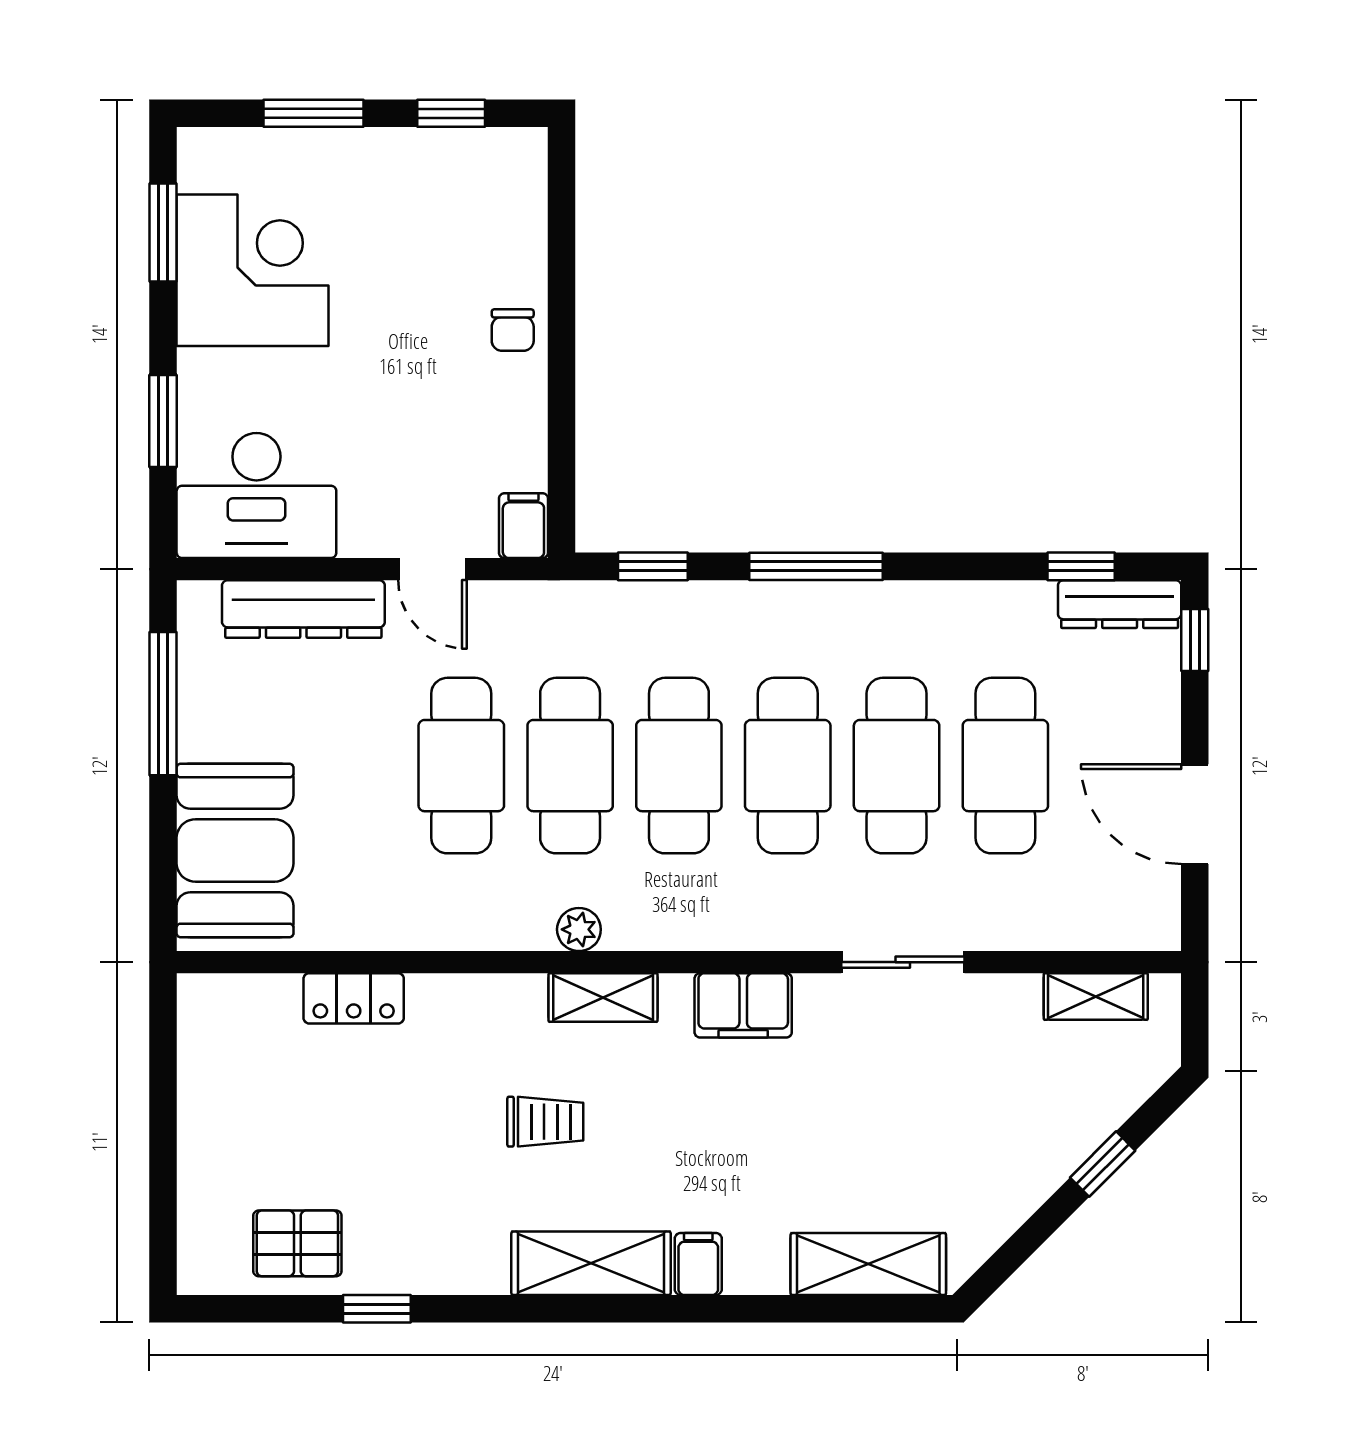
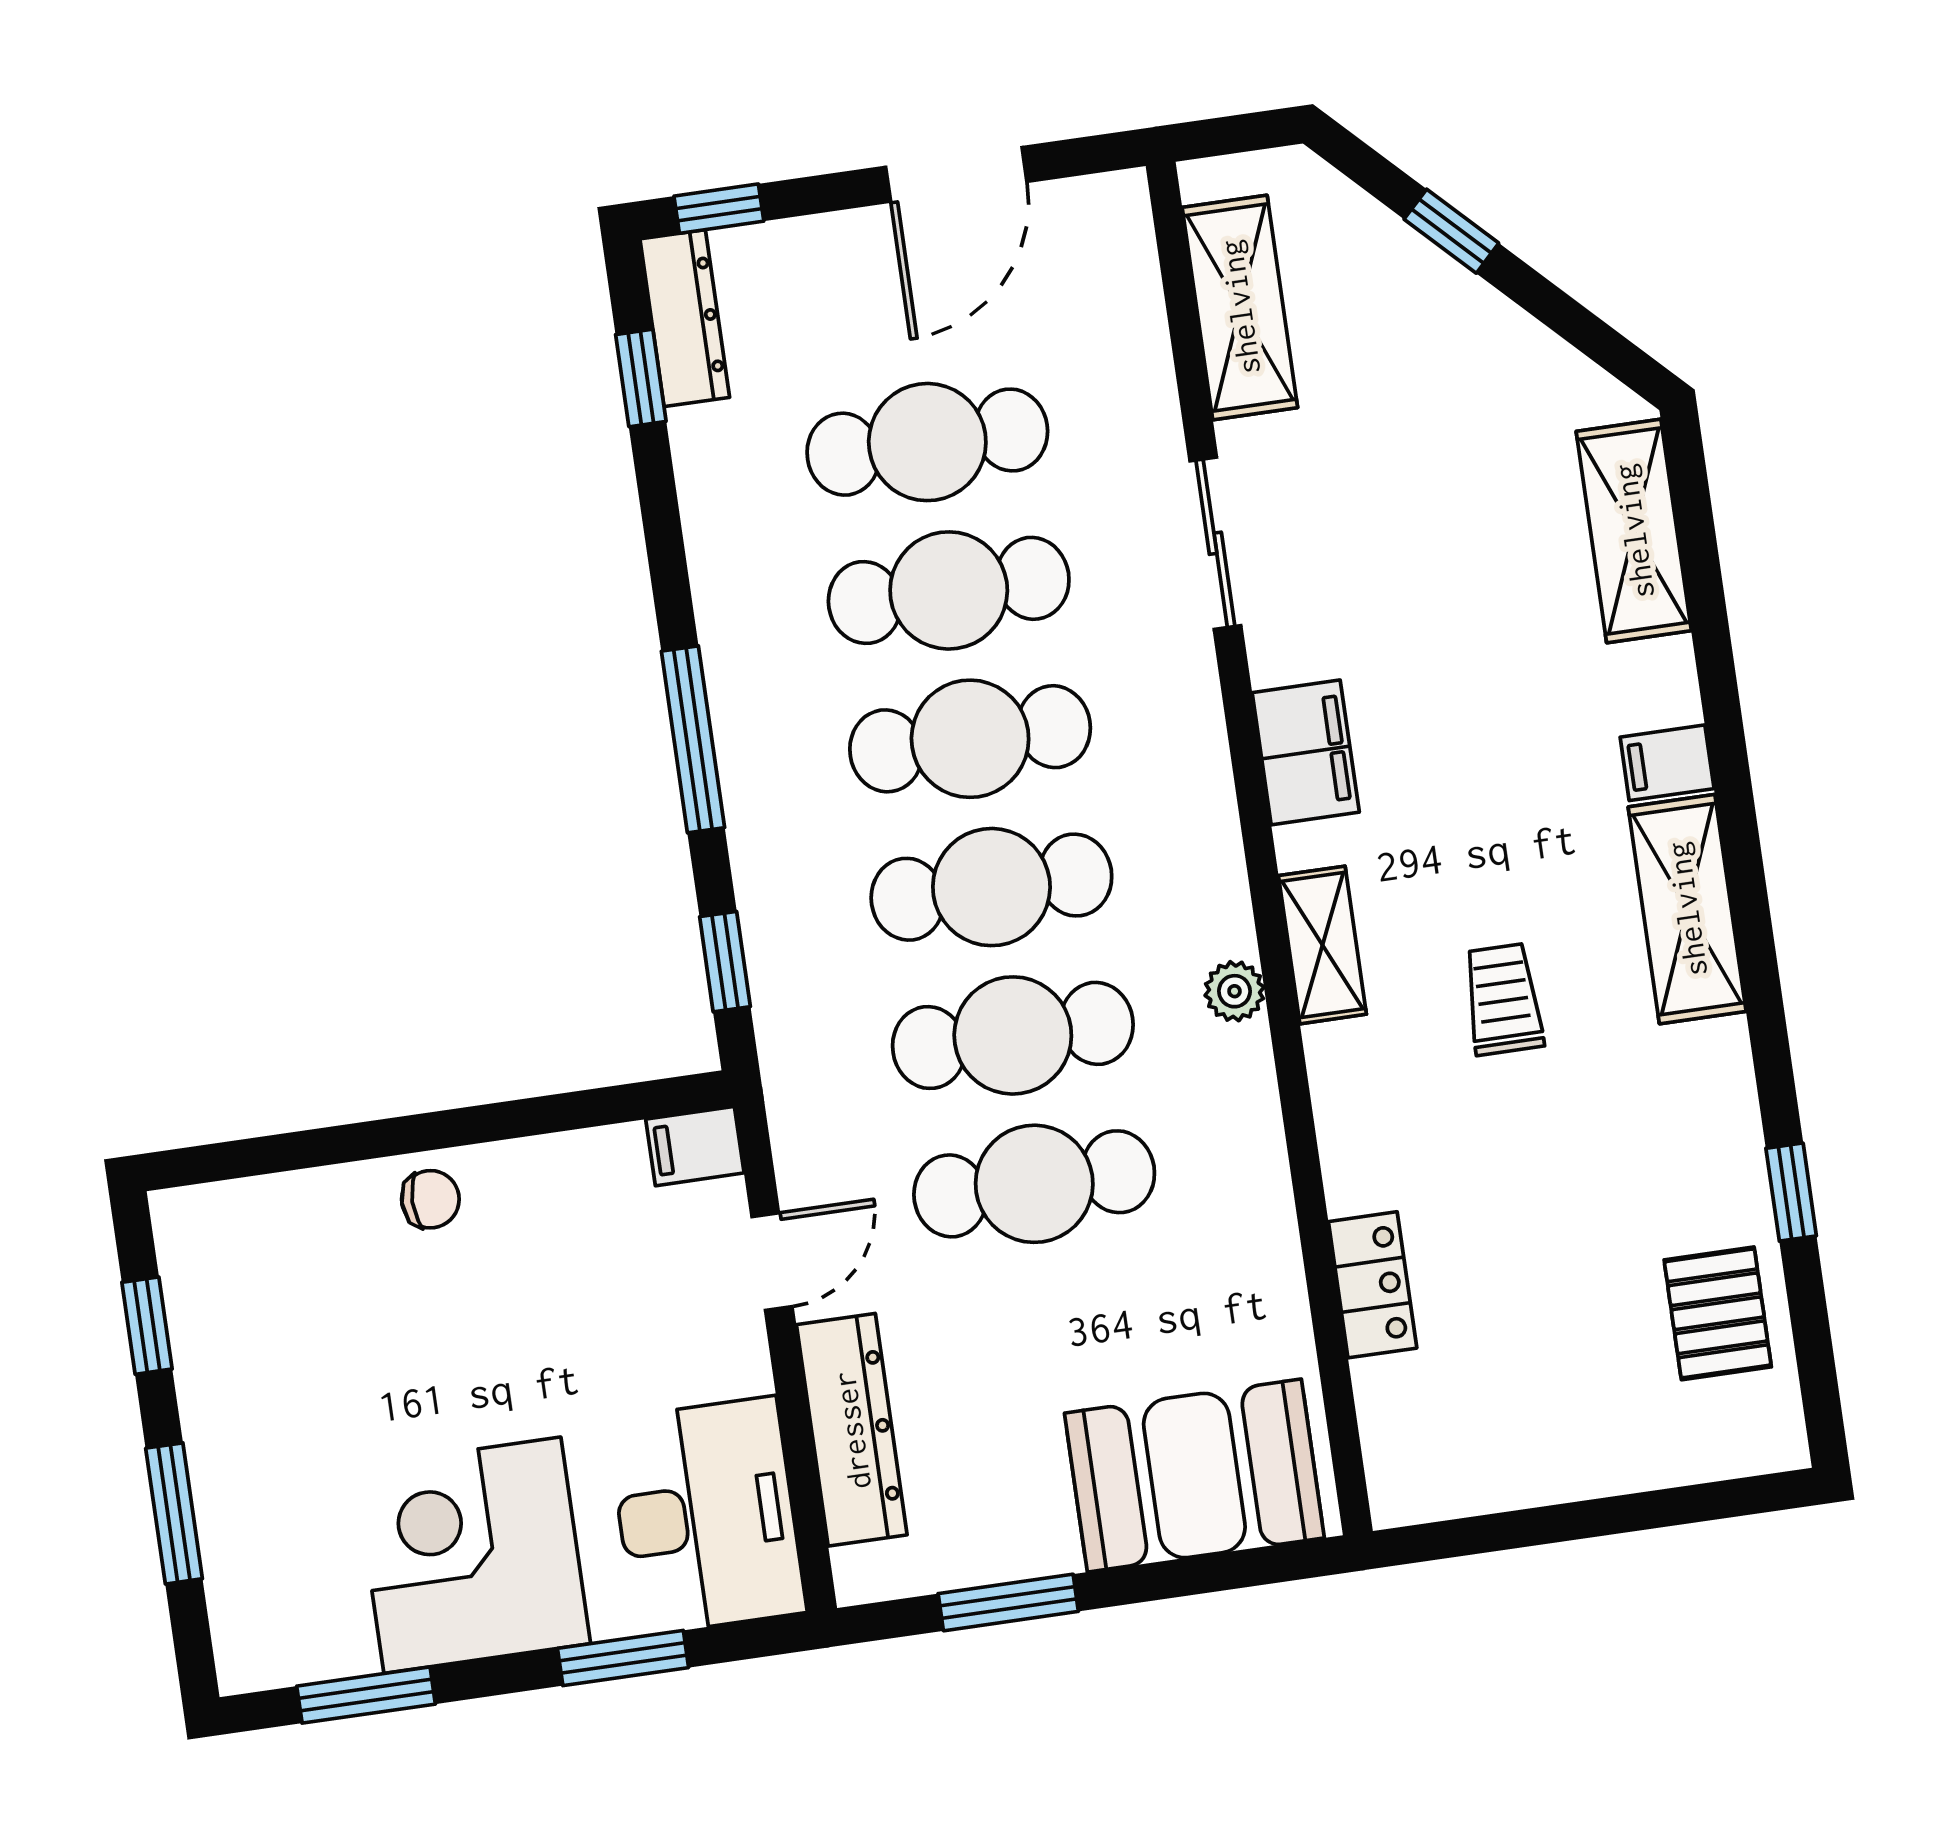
corner desk: (253, 270) -> (472, 1555), moved
window: (163, 704) -> (1008, 1602), width x0.69
shelving: (1096, 996) -> (1240, 307), width x1.50, depth x1.33

